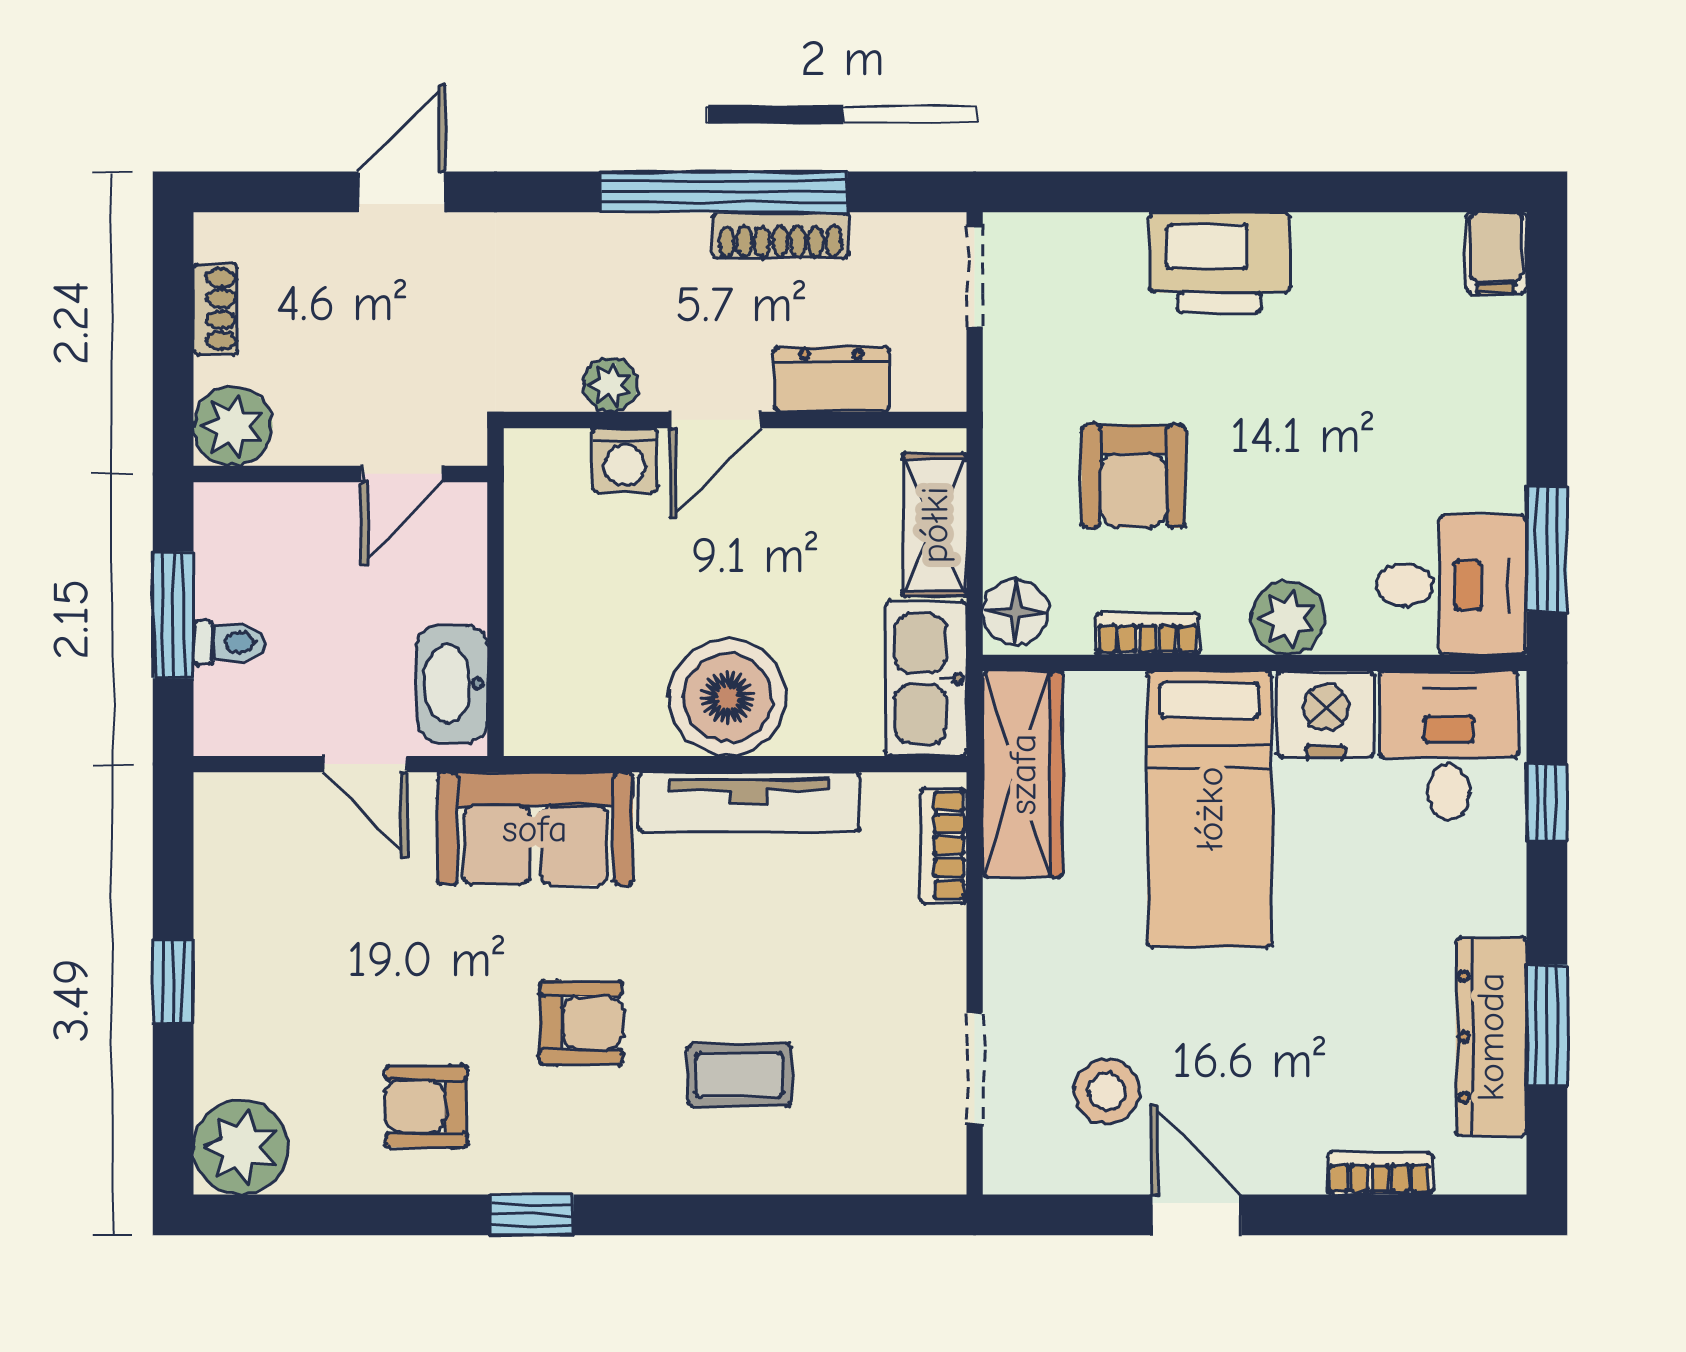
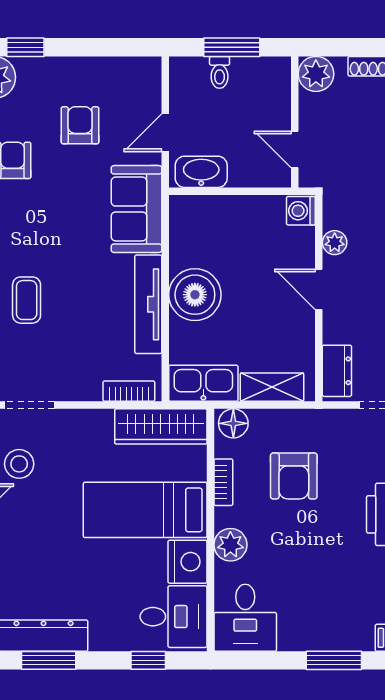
dresser: (831, 379) -> (337, 371), moved
washing machine: (625, 460) -> (301, 211), moved
armchair: (1134, 476) -> (294, 476), turned -90
window: (1547, 549) -> (334, 660), moved
window: (173, 982) -> (25, 47), moved
armchair: (581, 1023) -> (80, 125), moved, turned 180

